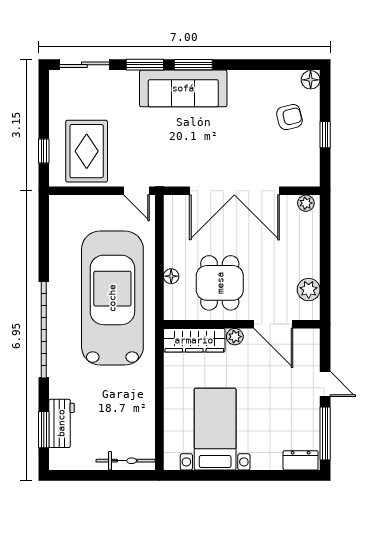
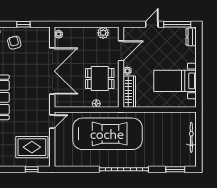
car: (112, 298) -> (107, 134), turned 180
workbench: (61, 423) -> (172, 160), removed
bicycle: (126, 461) -> (191, 137), moved

